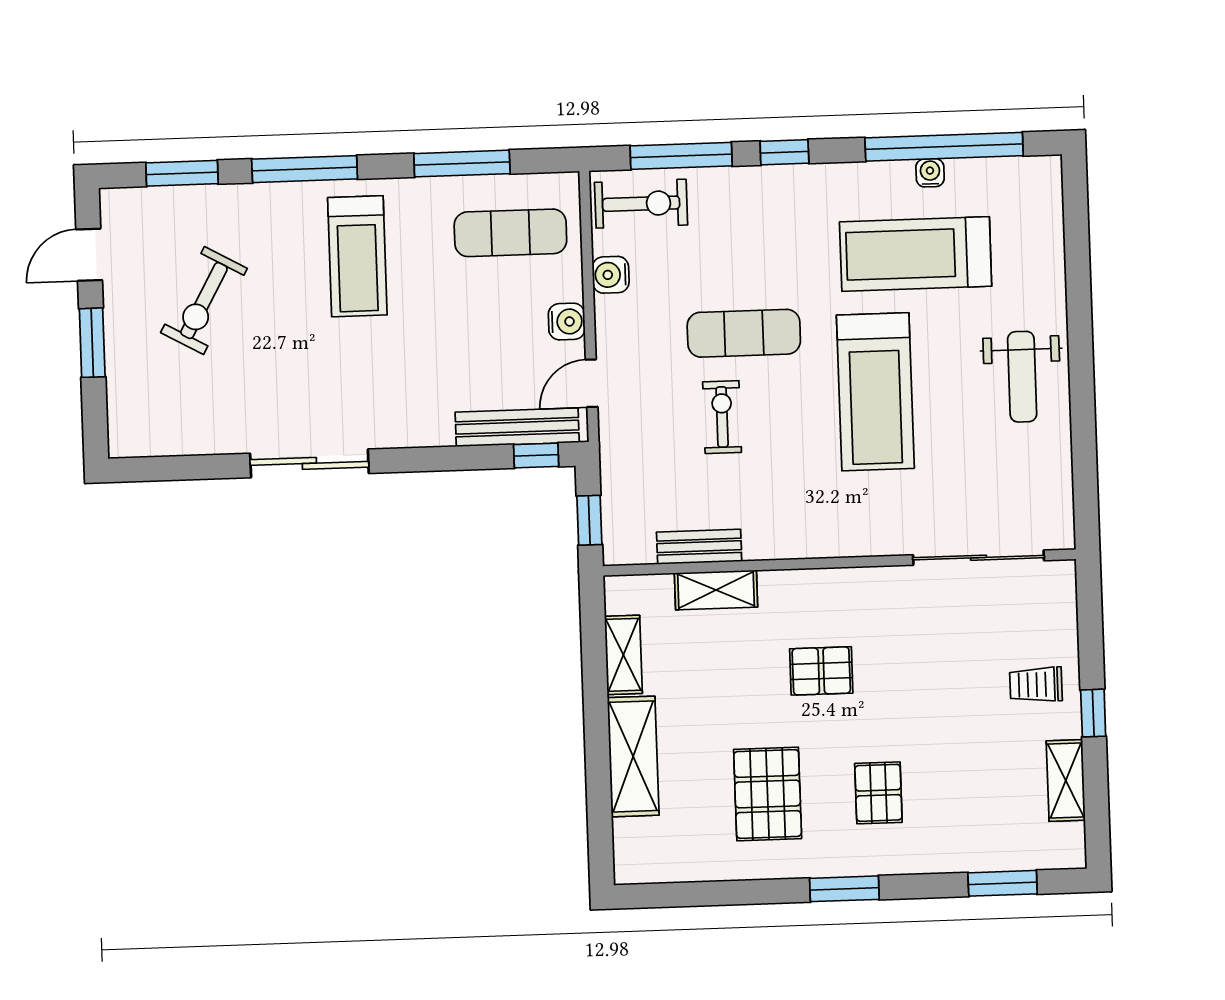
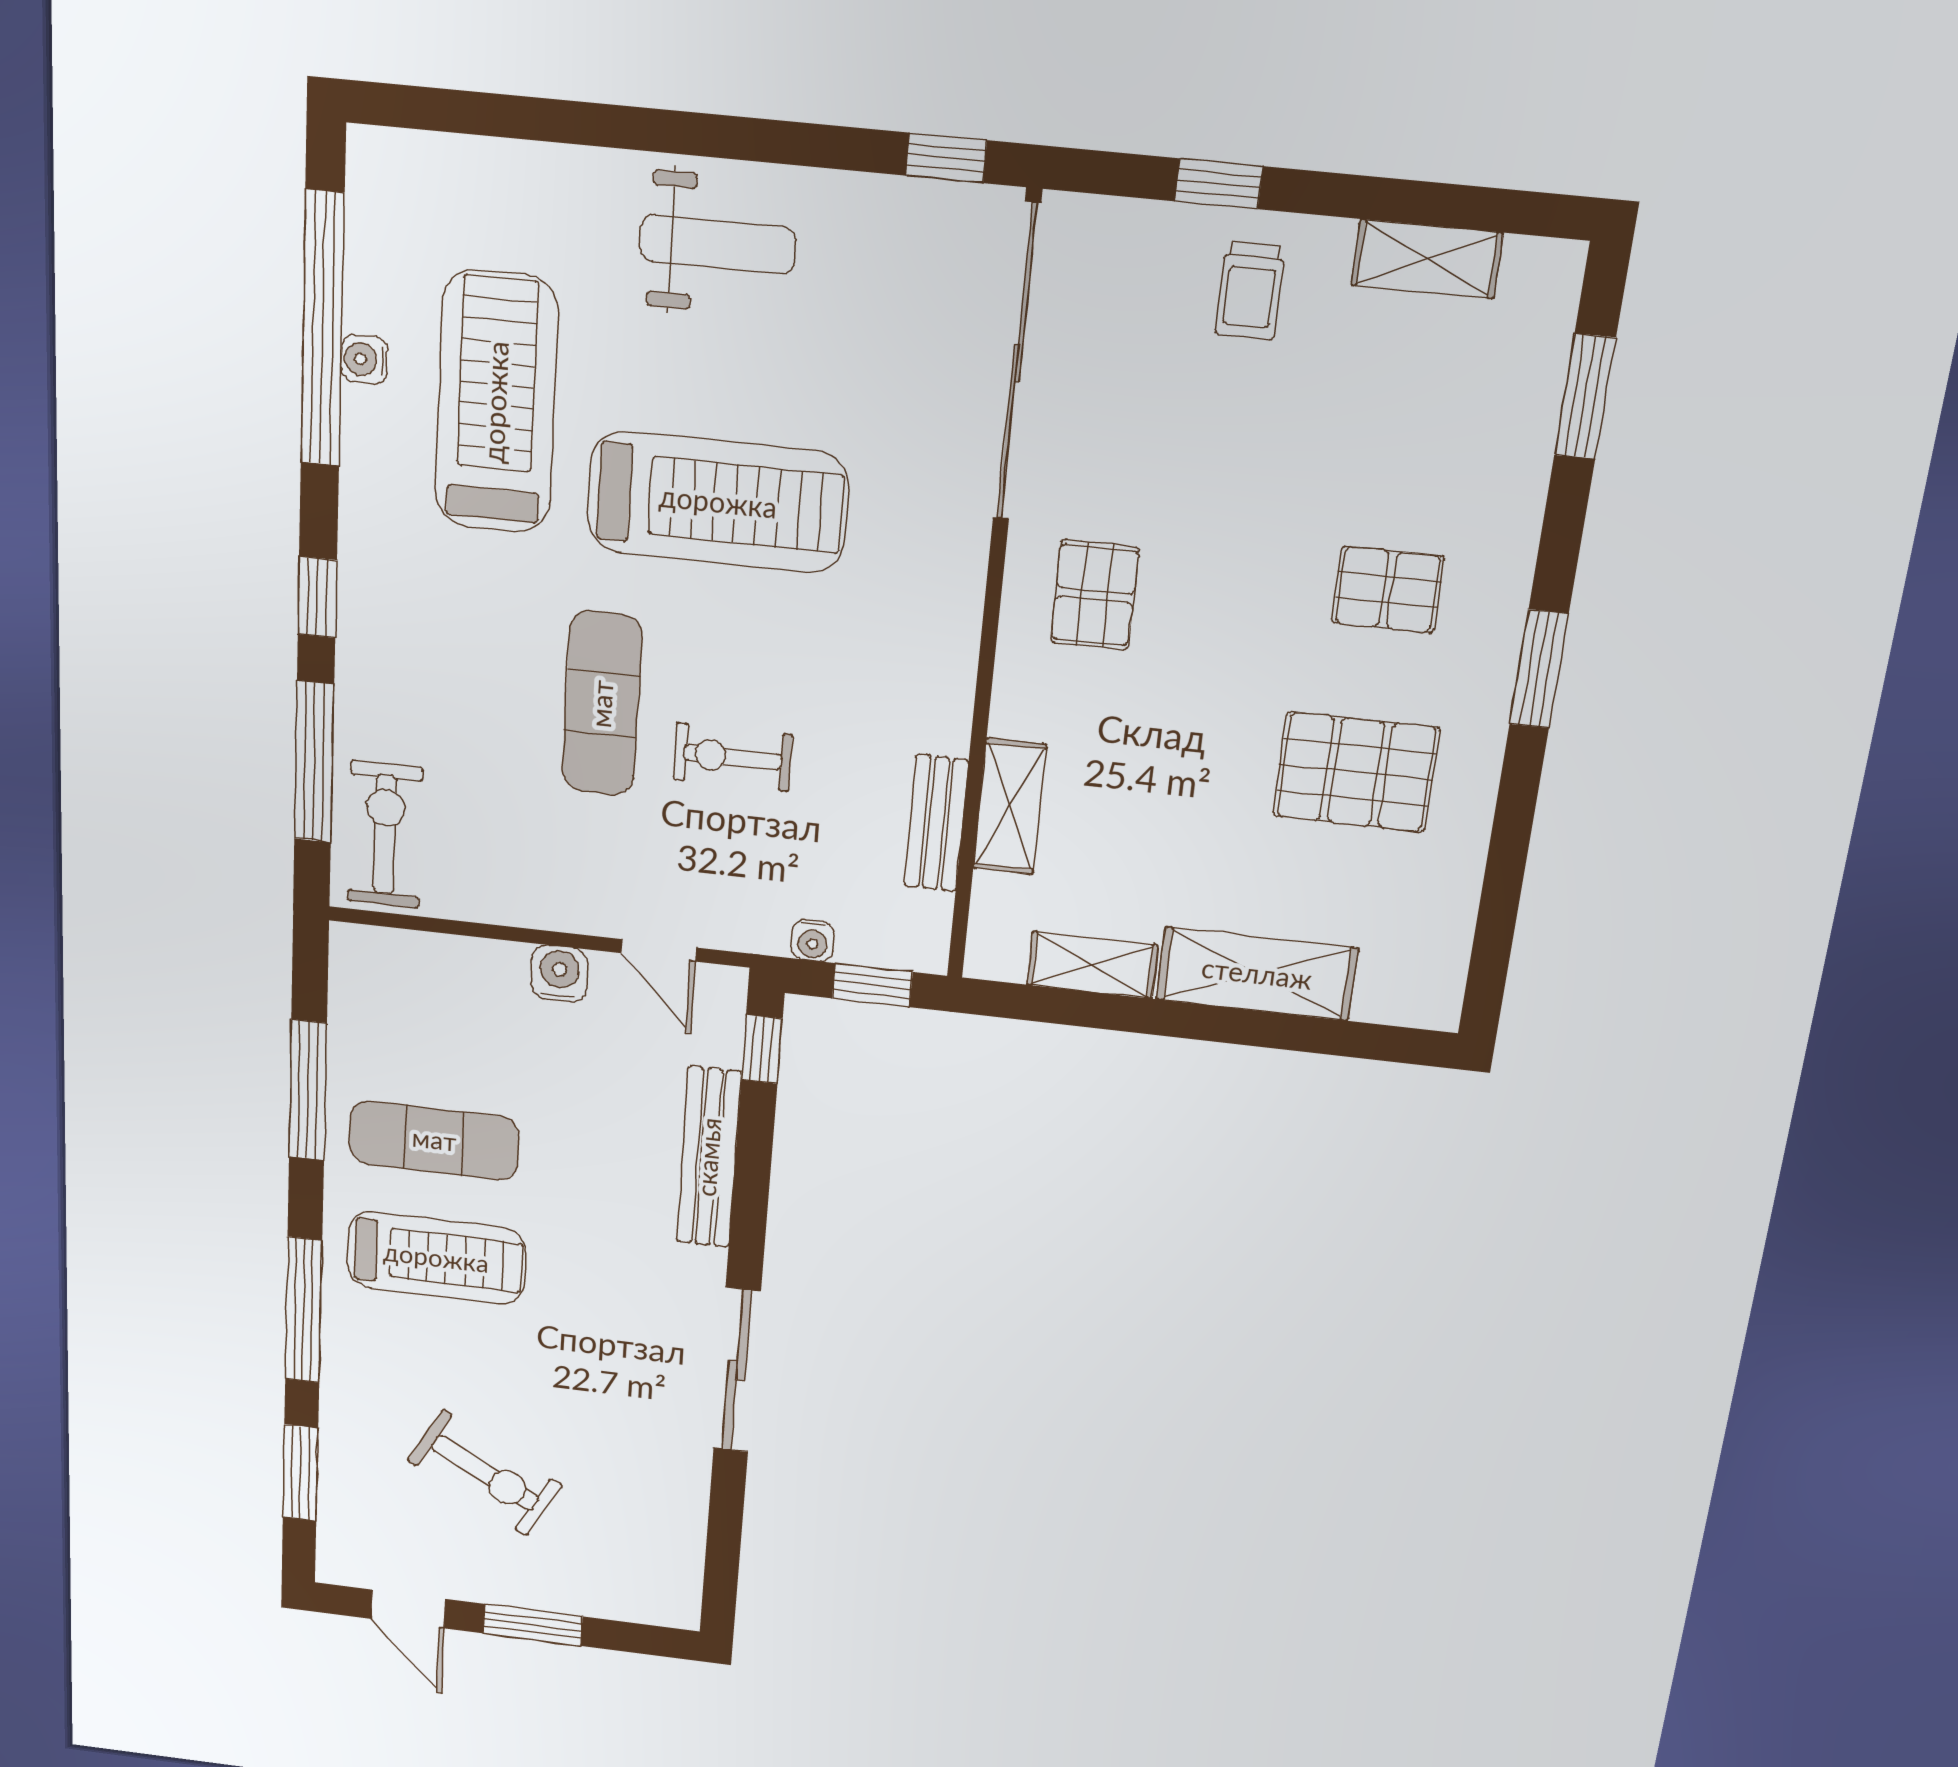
exercise mat: (510, 233) -> (434, 1140), moved, turned 90
treadmill: (916, 254) -> (496, 402), turned 180
water cooler: (611, 275) -> (813, 941), moved, width x0.72, depth x0.72
bench: (517, 427) -> (709, 1157), moved
window: (1086, 502) -> (946, 158), added
sliding door: (978, 558) -> (1017, 363), width x1.36
pallet: (821, 671) -> (1095, 595), moved
window: (1093, 713) -> (1219, 184), moved

